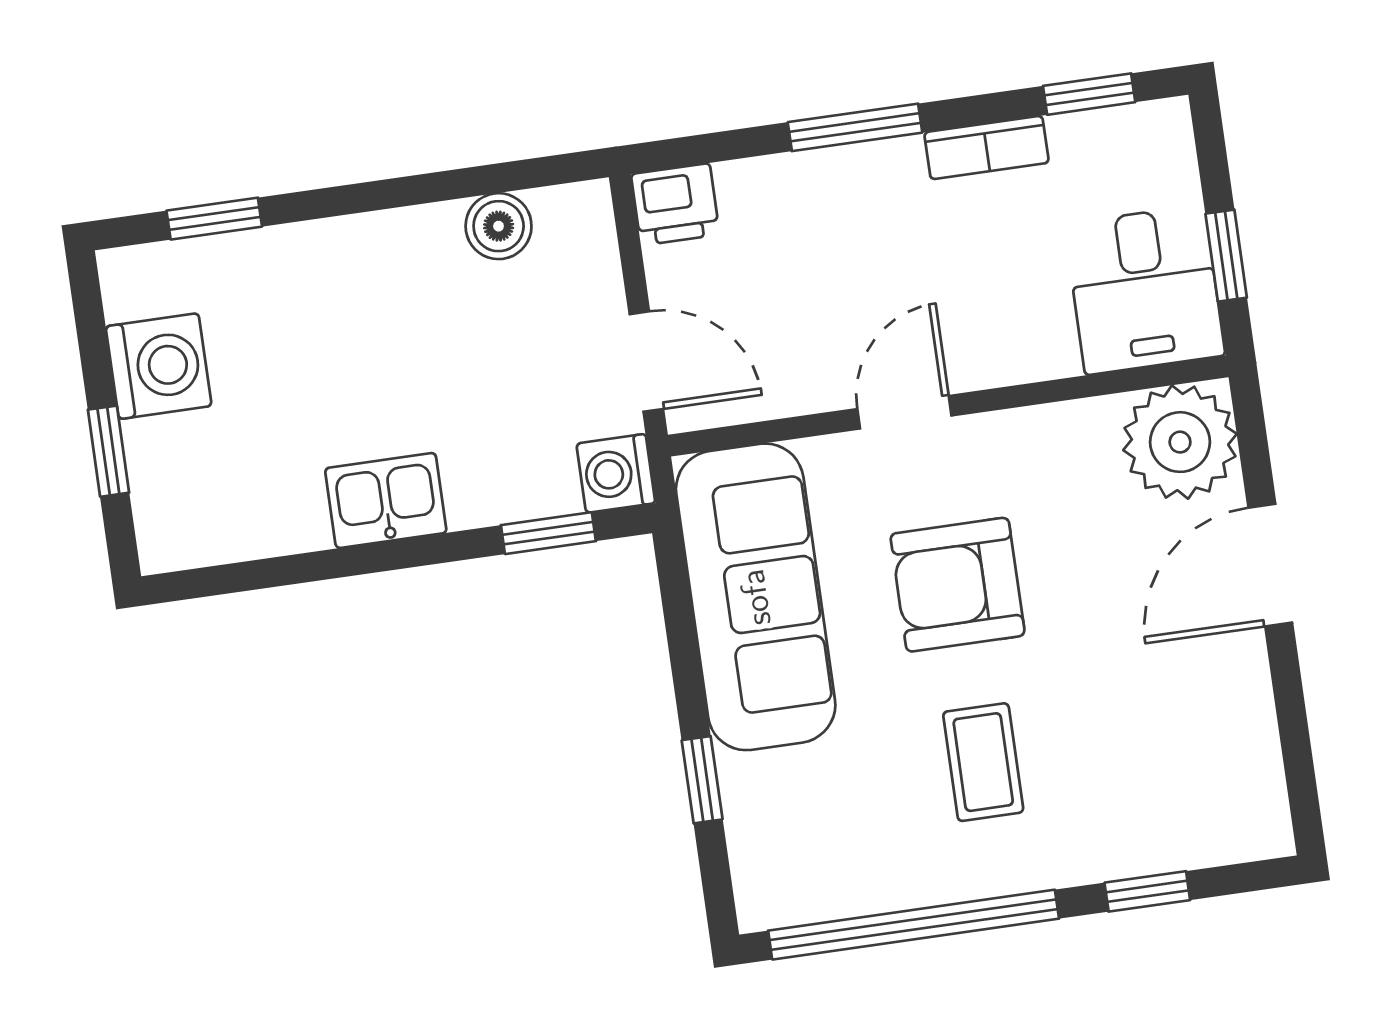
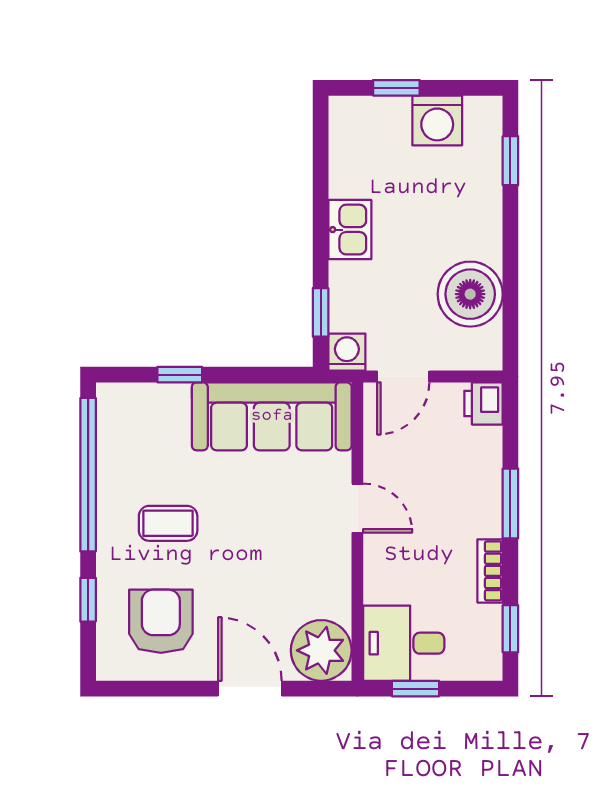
boiler: (499, 226) -> (470, 294), width x1.86, depth x1.86
armchair: (958, 585) -> (161, 621), moved

